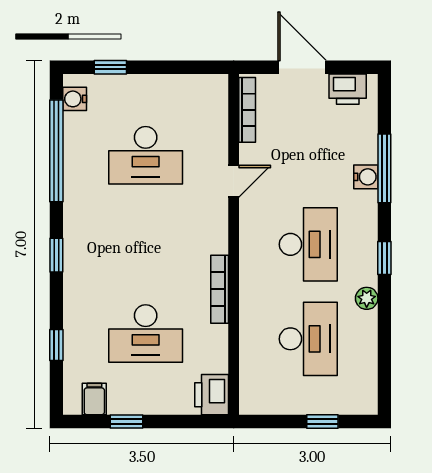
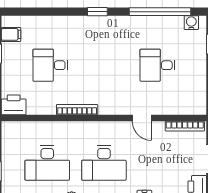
desk: (146, 155) -> (157, 65), width x0.73
desk: (146, 333) -> (50, 65), width x0.73
window: (56, 345) -> (43, 12), removed

